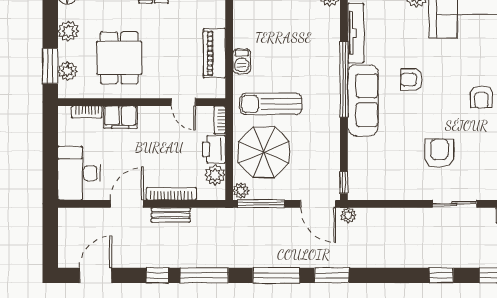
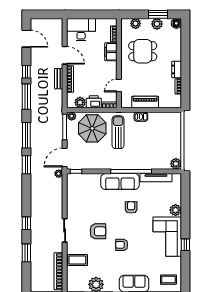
window: (50, 66) -> (158, 14), moved
armchair: (439, 153) -> (98, 231), moved

